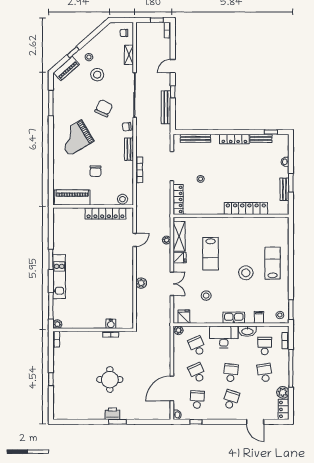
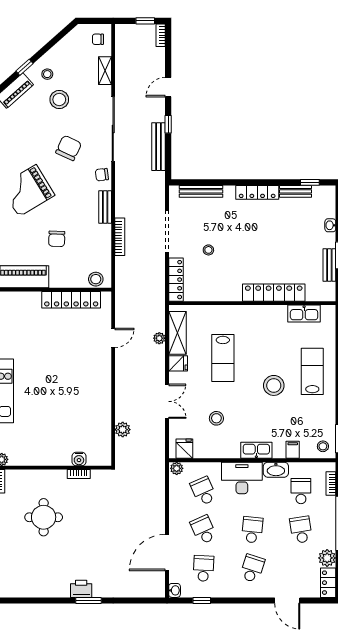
kitchen sink: (267, 223) -> (304, 313), added
plant: (141, 283) -> (123, 430), moved
round table: (110, 380) -> (44, 517), moved

